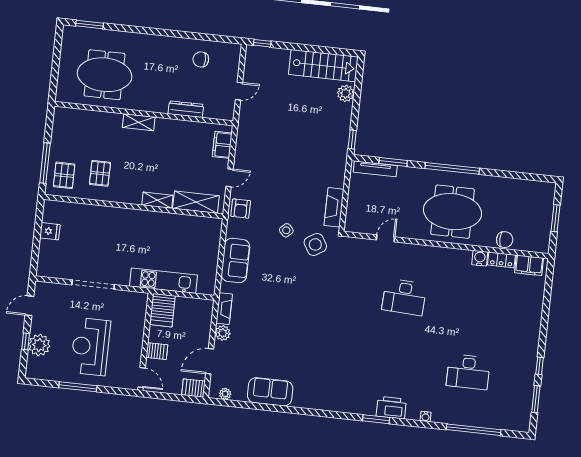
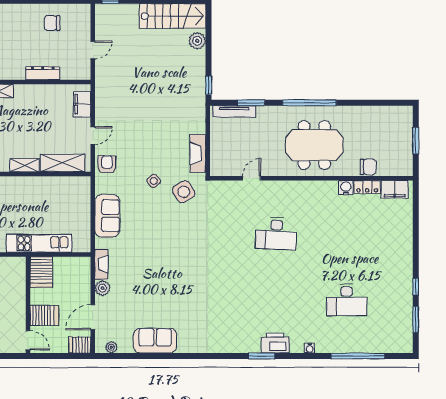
armchair: (241, 209) -> (107, 165), turned 180
server rack: (157, 351) -> (44, 315), width x1.36, depth x1.44

